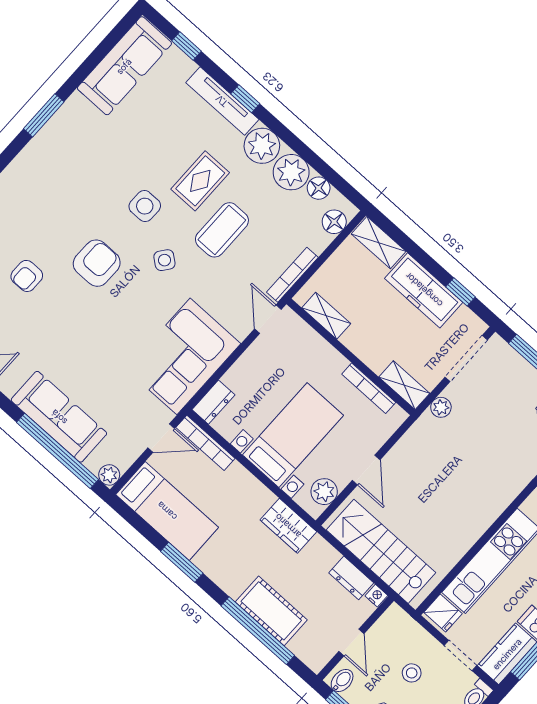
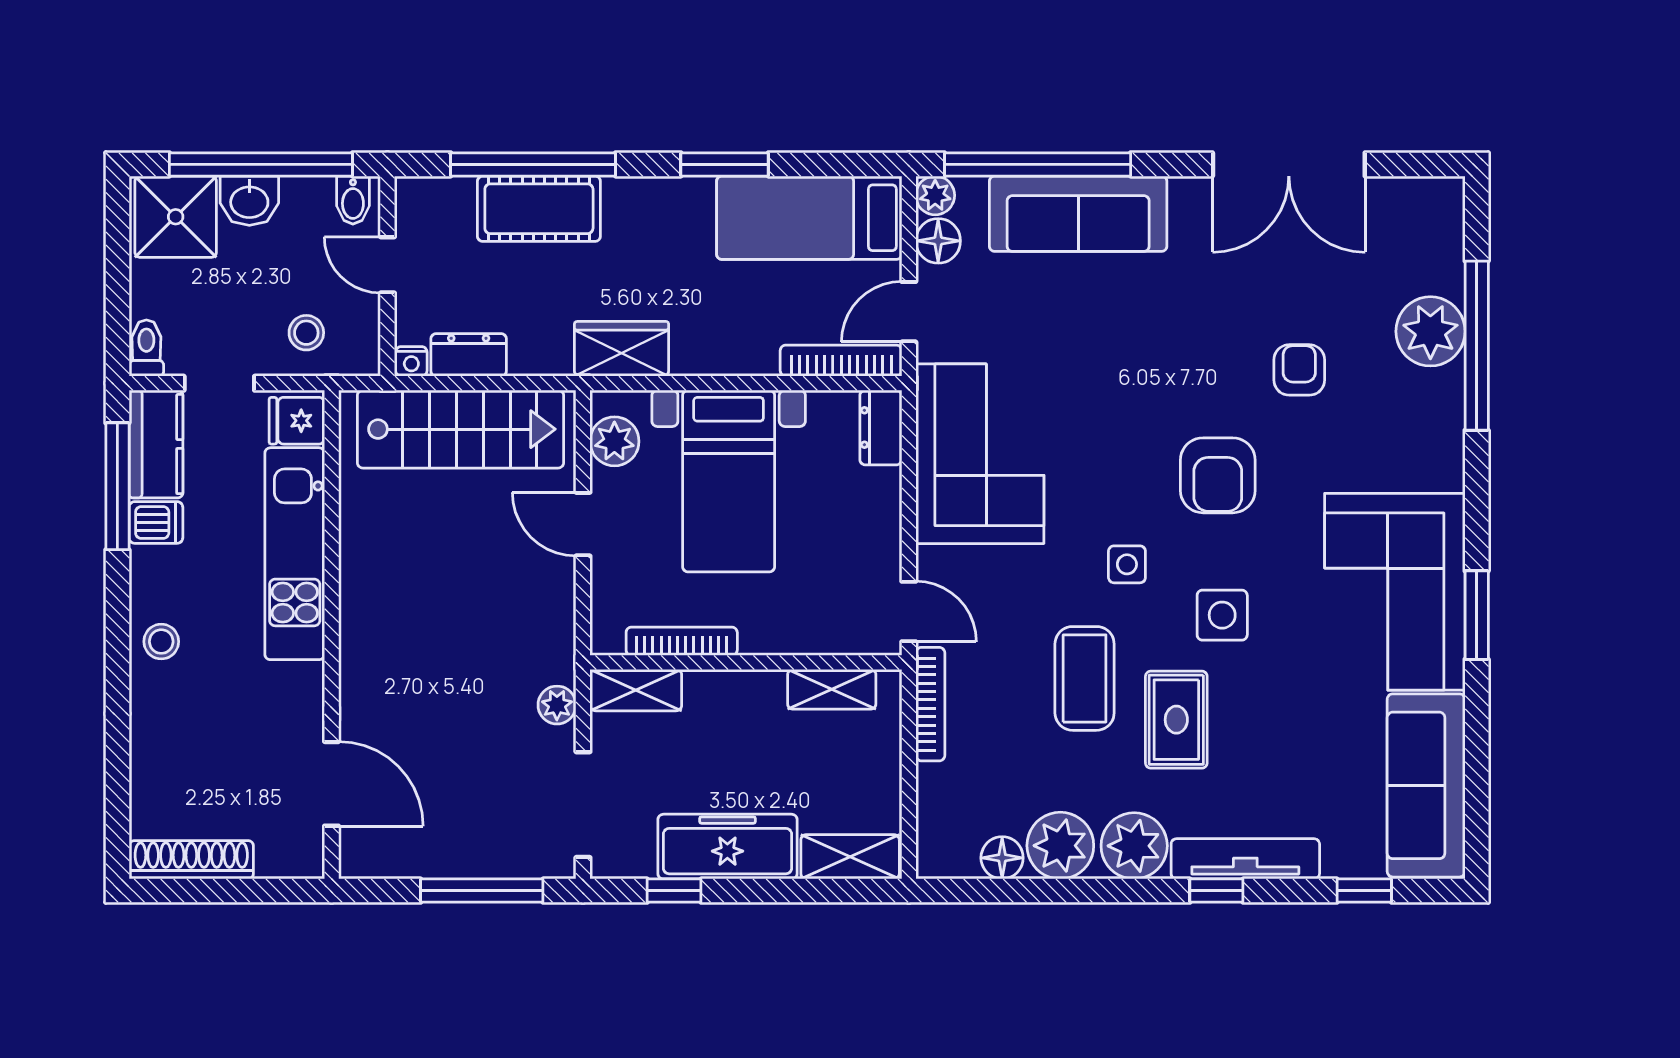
corner sofa: (68, 154) -> (1395, 592), added
floor lamp: (334, 222) -> (938, 241), moved
side table: (164, 260) -> (1127, 564), turned -38
stool: (412, 673) -> (306, 333), moved

